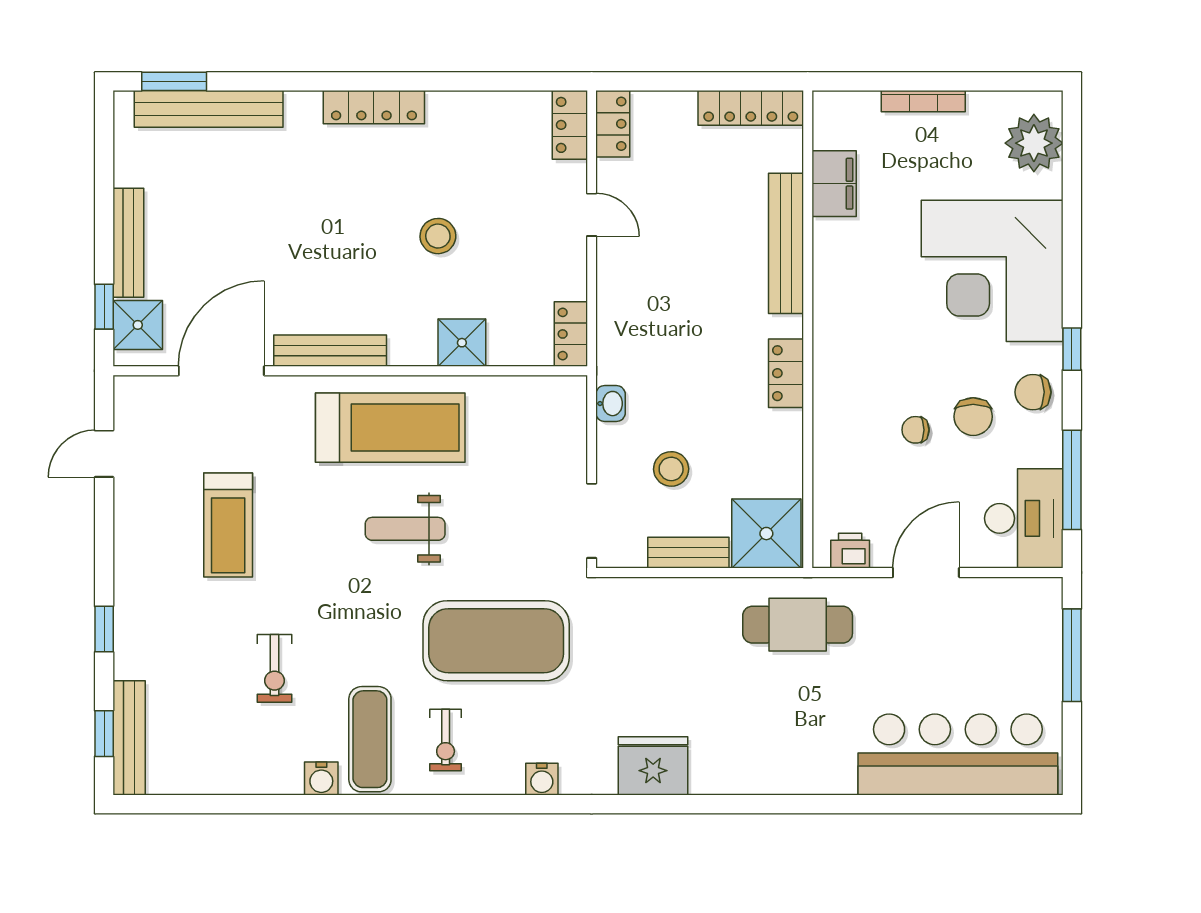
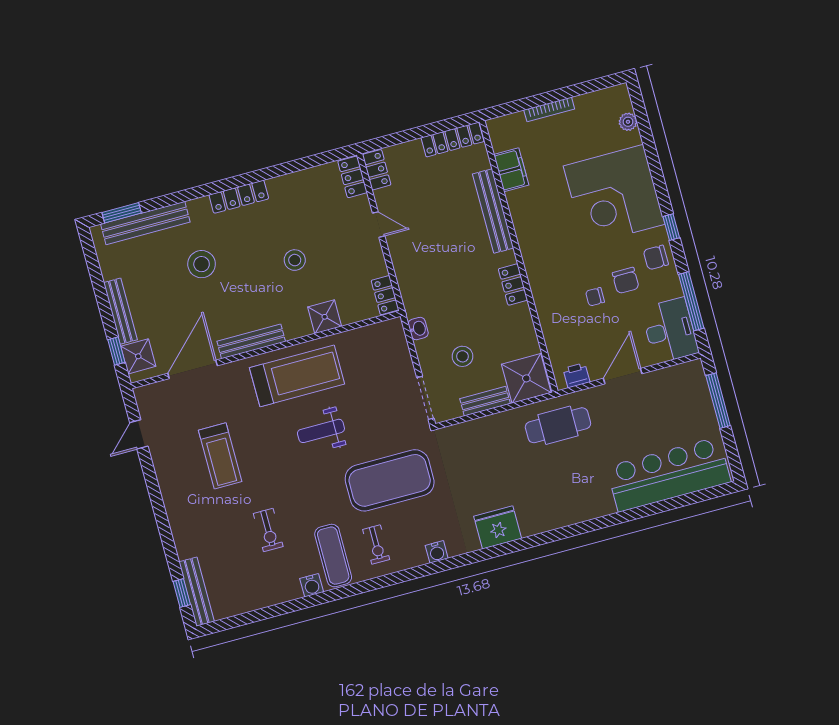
plant: (1034, 143) -> (628, 122), width x0.53, depth x0.53
stool: (283, 201) -> (202, 264), added
window: (104, 629) -> (166, 534), removed

